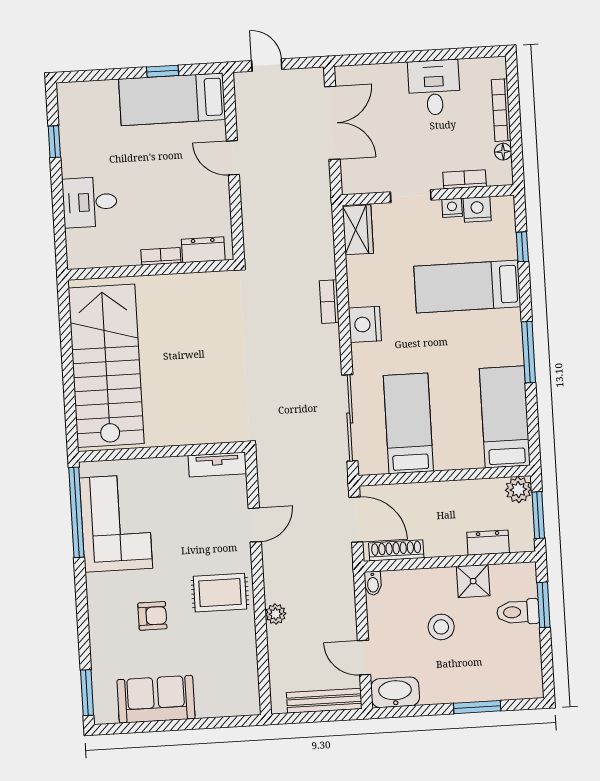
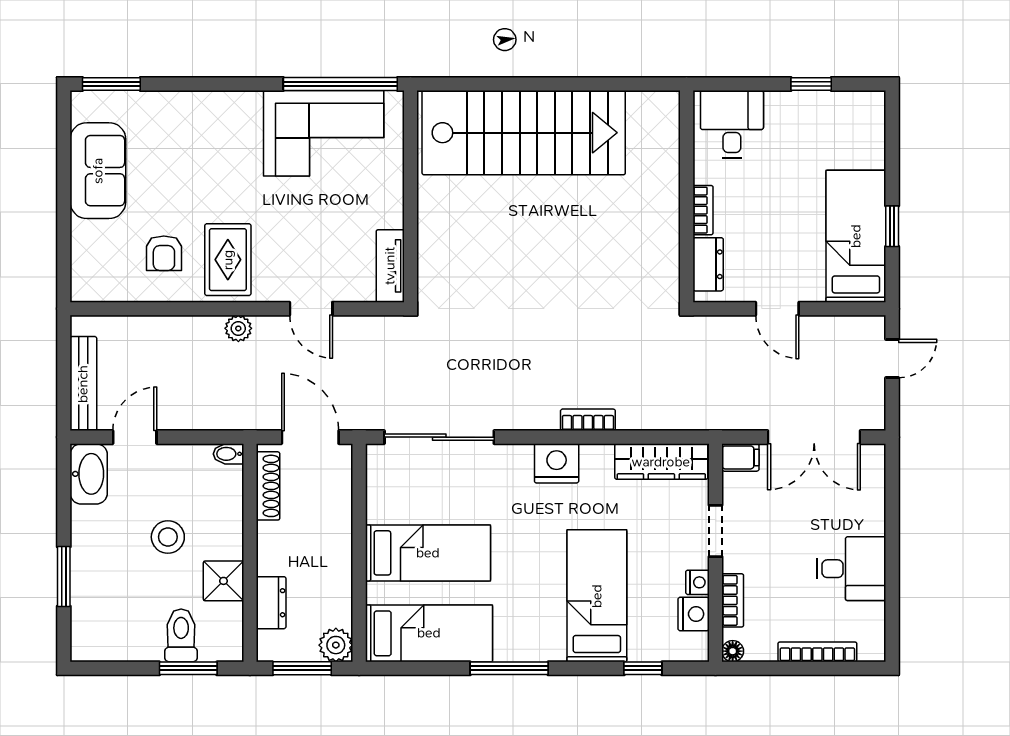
floor lamp: (503, 152) -> (733, 651), moved
door: (233, 158) -> (777, 309), swing flipped
filing cabinet: (352, 180) -> (740, 457), added
wardrobe: (358, 230) -> (661, 462), width x1.50
dresser: (203, 250) -> (708, 264), moved
bookcase: (161, 256) -> (703, 210), moved
wall: (151, 270) -> (687, 196), moved
bed: (408, 423) -> (428, 553), moved
door: (356, 520) -> (310, 437), swing flipped
plant: (276, 614) -> (238, 328), moved
armchair: (152, 616) -> (164, 253), moved

